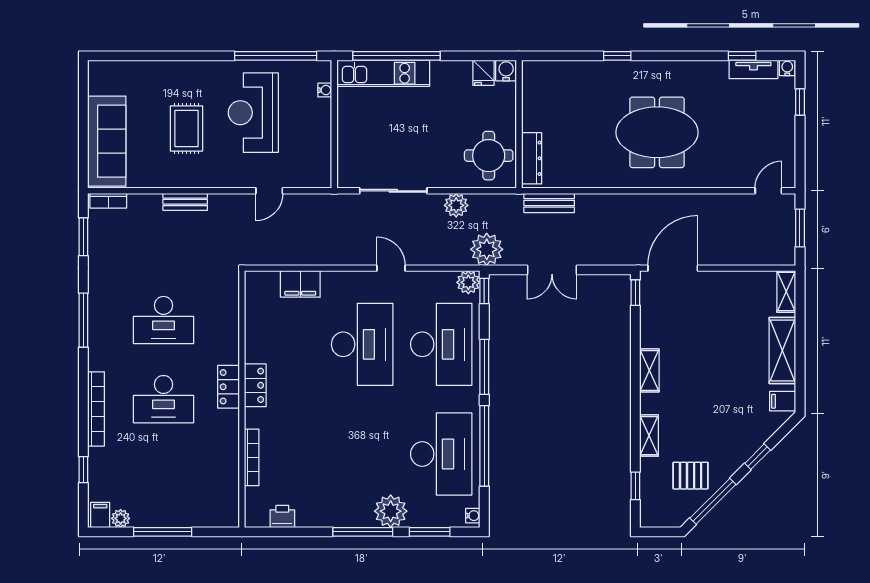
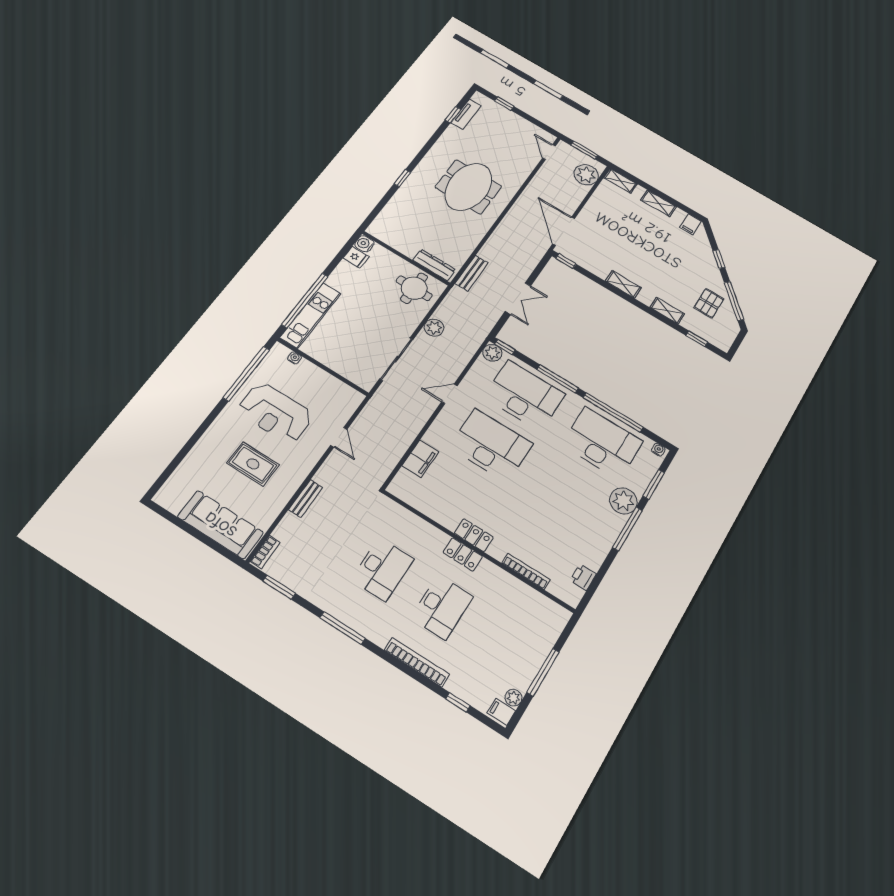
water cooler: (787, 68) -> (478, 97), removed
plant: (487, 249) -> (586, 175), moved
shelving: (782, 350) -> (658, 203), width x0.67, depth x0.75

